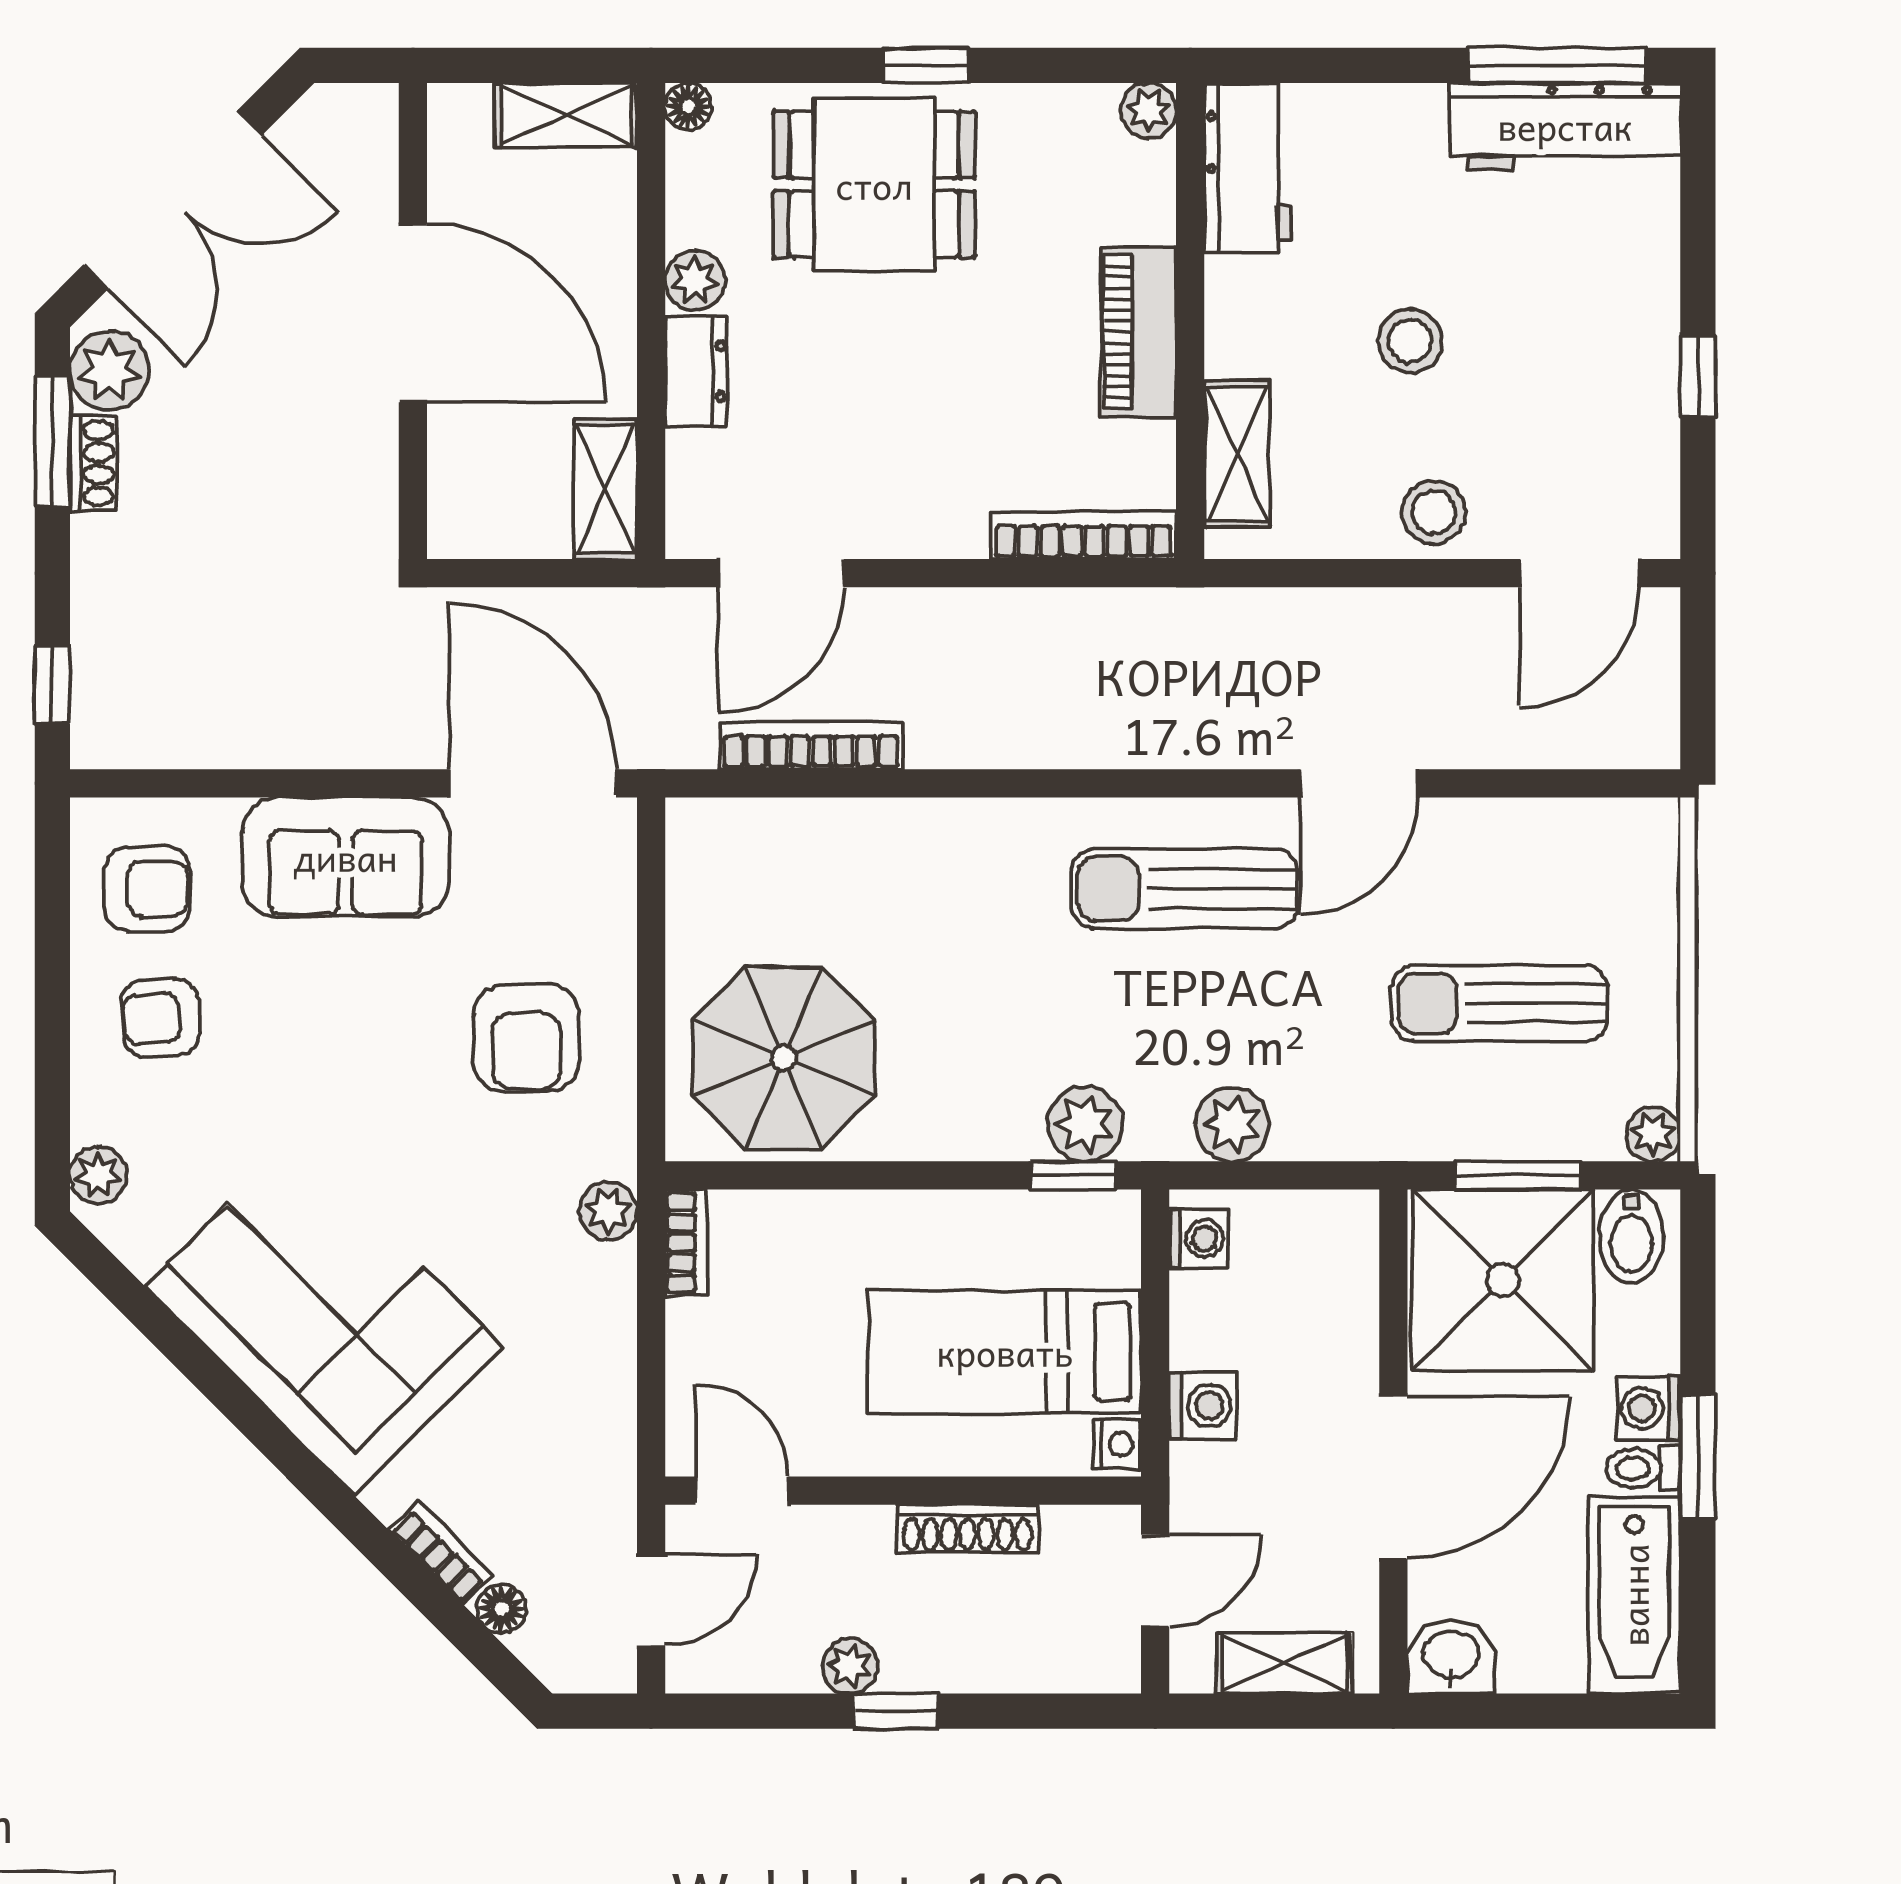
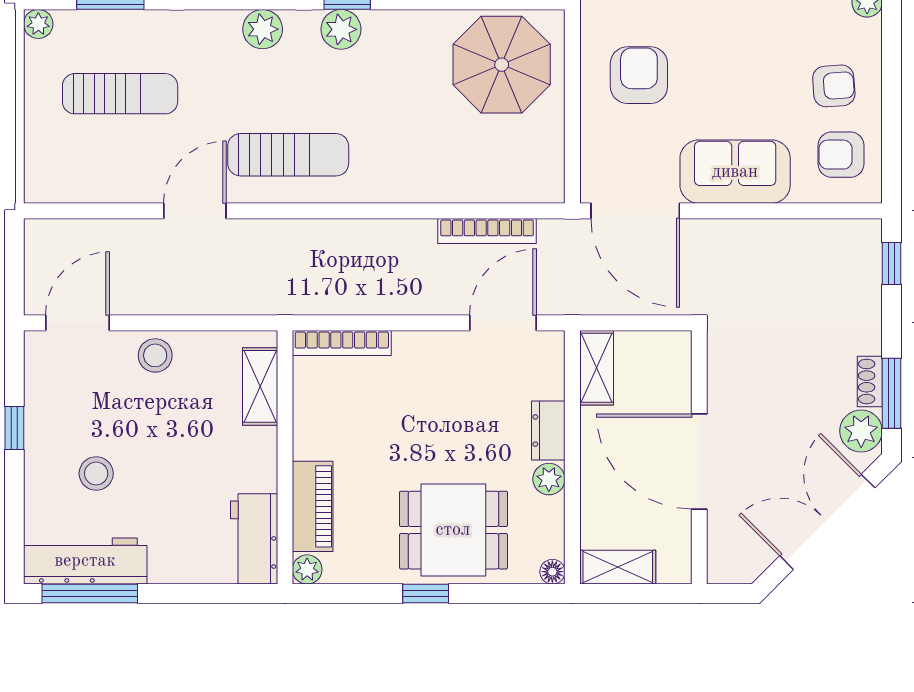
piano: (1138, 332) -> (313, 506), moved
stool: (1410, 341) -> (96, 473), moved

